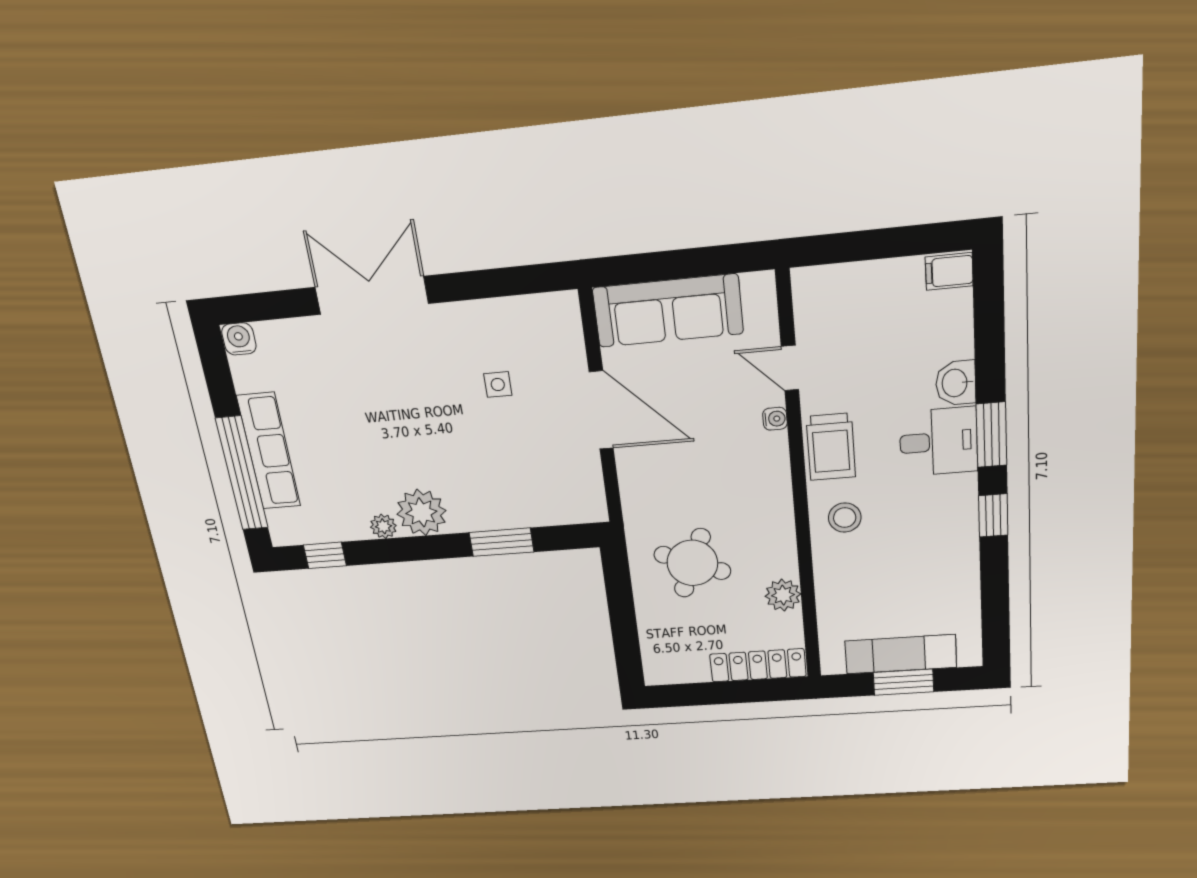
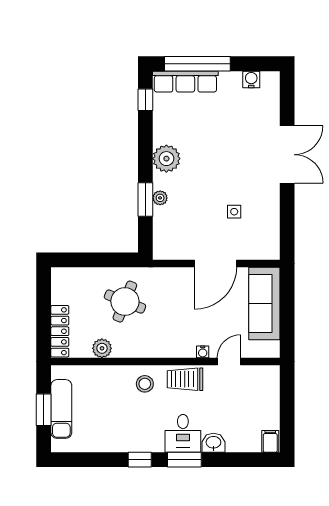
water cooler: (239, 339) -> (251, 79), moved, turned -90
row of seats: (269, 451) -> (185, 82), moved
plant: (383, 526) -> (160, 198), moved

